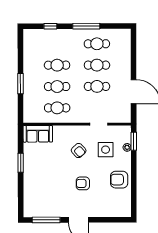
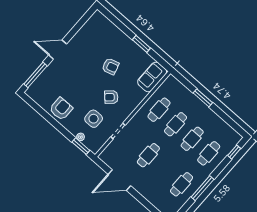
window: (50, 26) -> (234, 152), moved
cafe table: (97, 65) -> (209, 153), moved
armchair: (83, 183) -> (110, 66), moved, turned 74
window: (46, 220) -> (35, 75), moved

